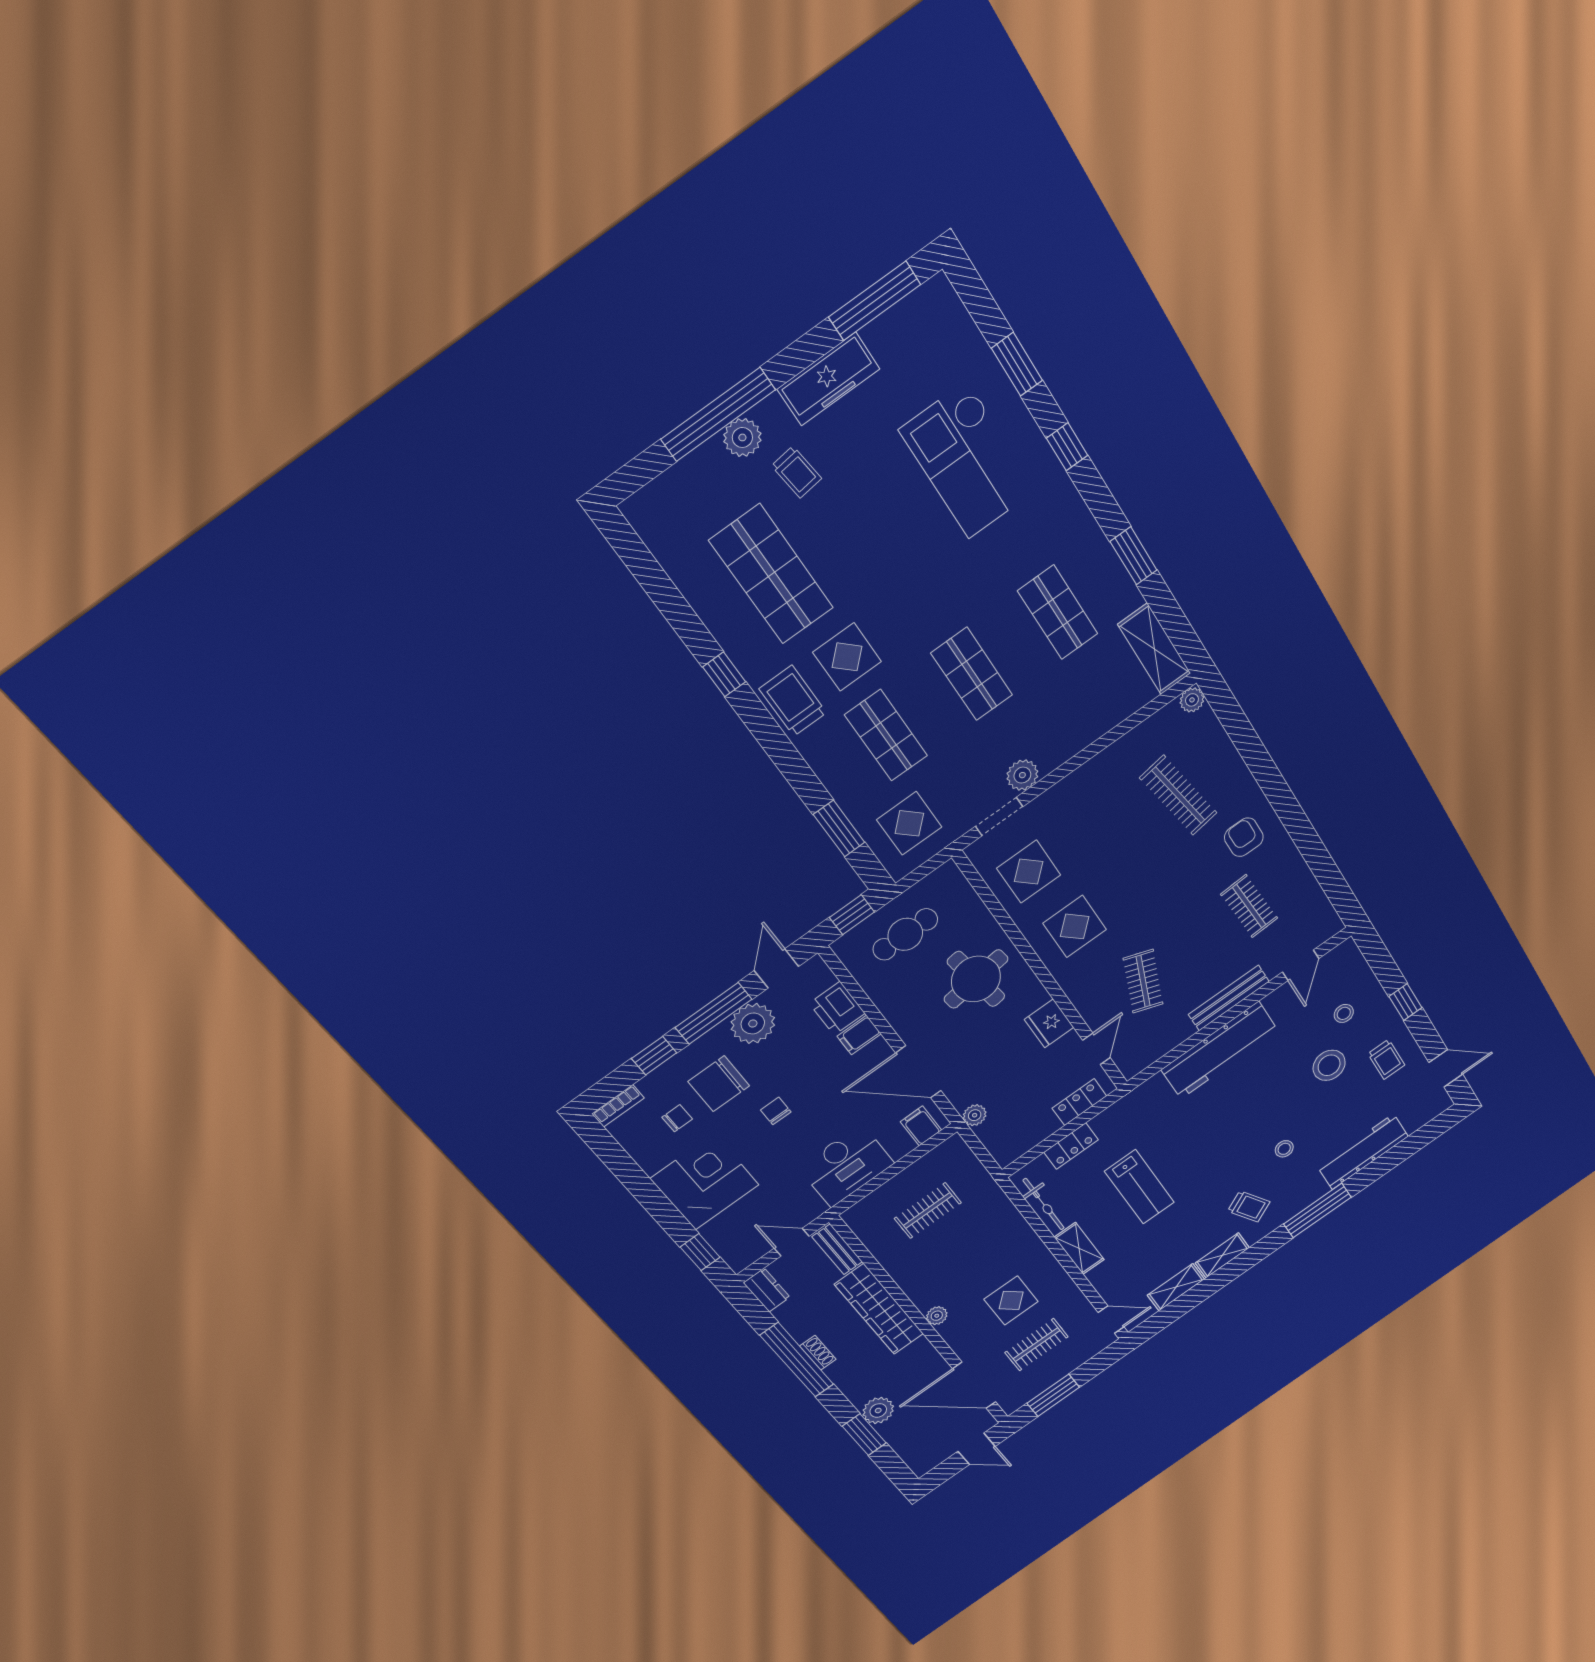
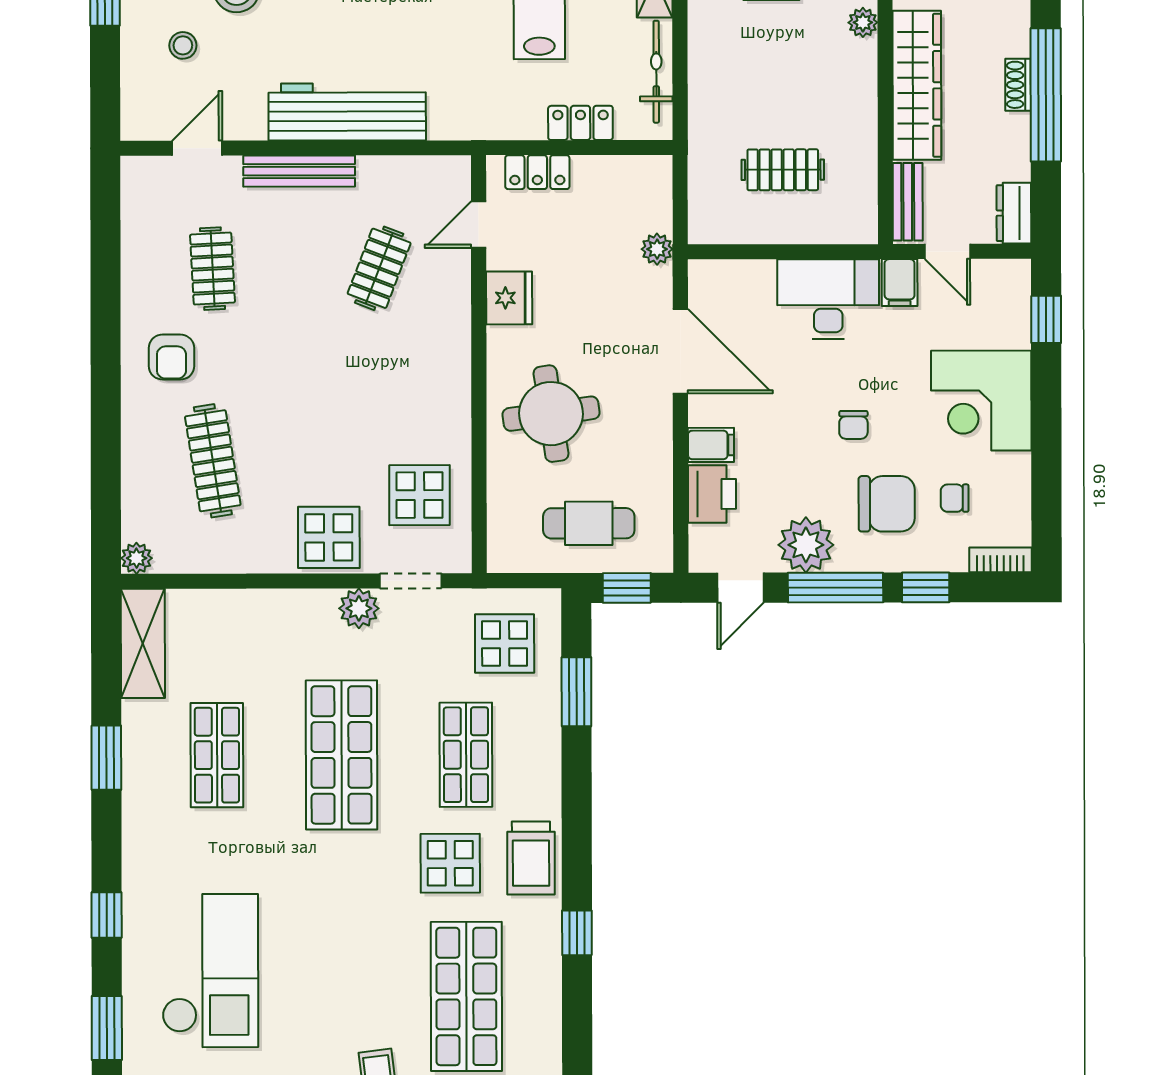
shop shelf: (972, 674) -> (341, 755), width x1.43, depth x1.36
display table: (1075, 926) -> (329, 537), moved
filing cabinet: (921, 1126) -> (900, 283), moved

